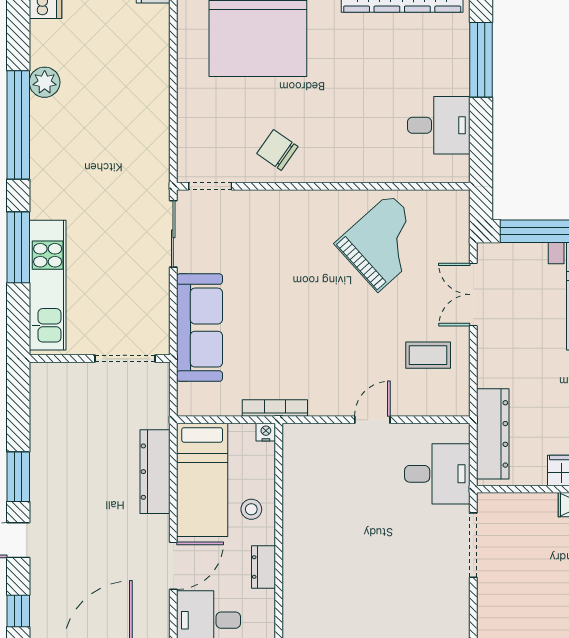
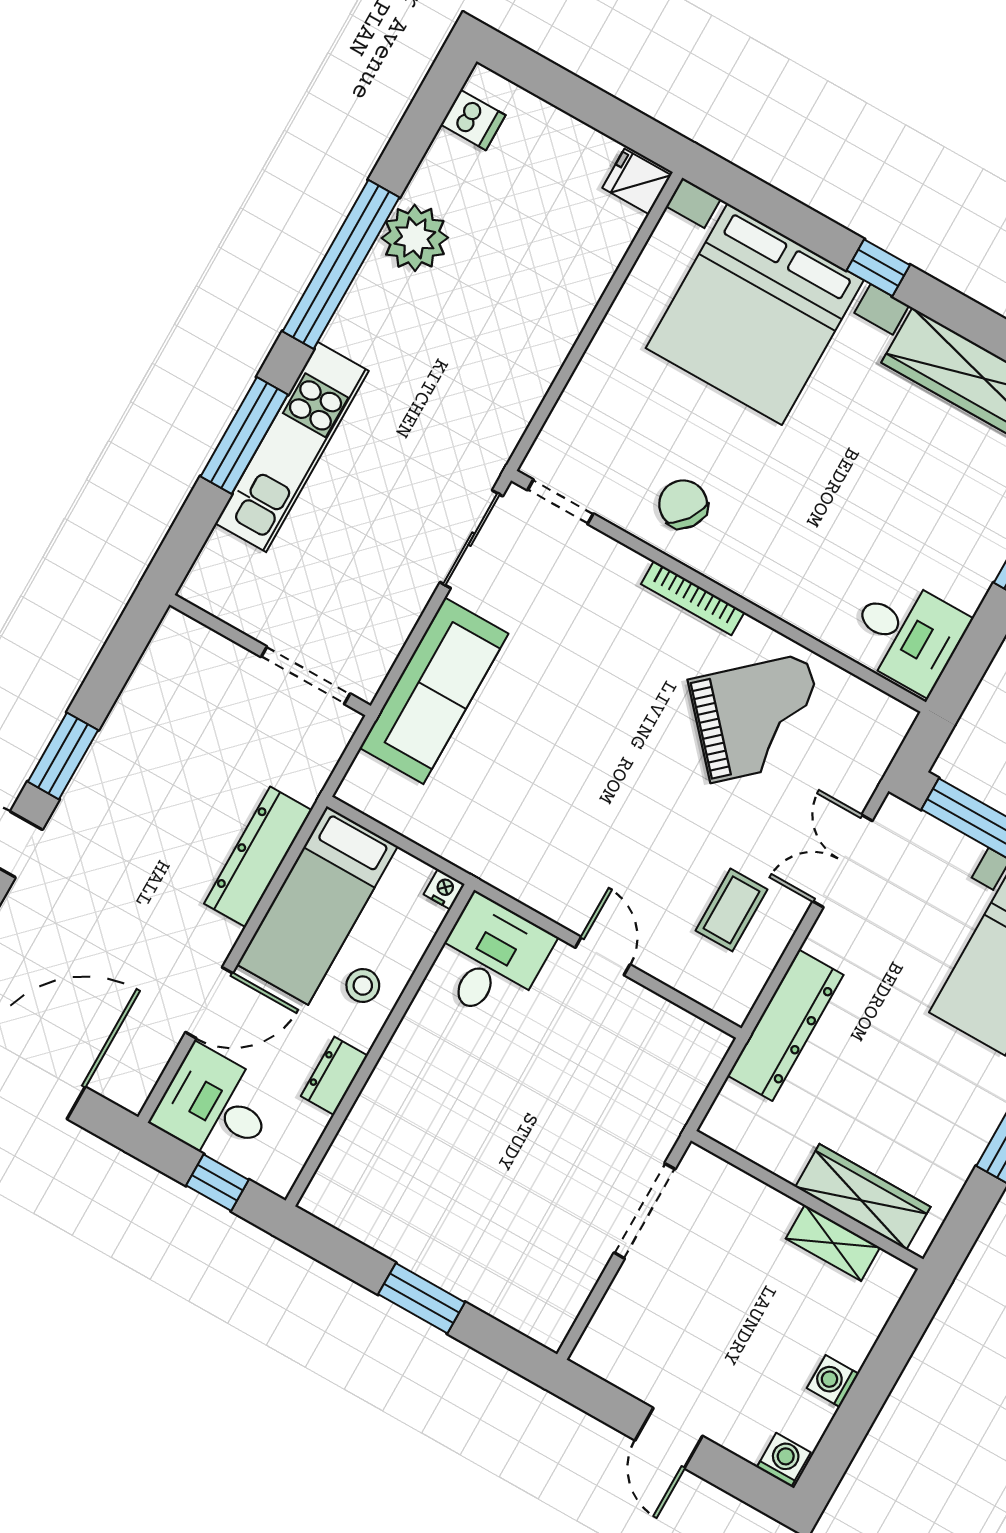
plant: (45, 82) -> (415, 238), width x1.36, depth x1.36
desk: (439, 125) -> (907, 634), moved
kitchen unit: (48, 285) -> (292, 447), moved
coffee table: (428, 355) -> (731, 910), turned 90
bookcase: (275, 408) -> (693, 598), moved, turned 180
door: (372, 420) -> (603, 956), hinge flipped
dresser: (493, 434) -> (786, 1025), moved
desk: (437, 474) -> (491, 959), moved, turned -90

